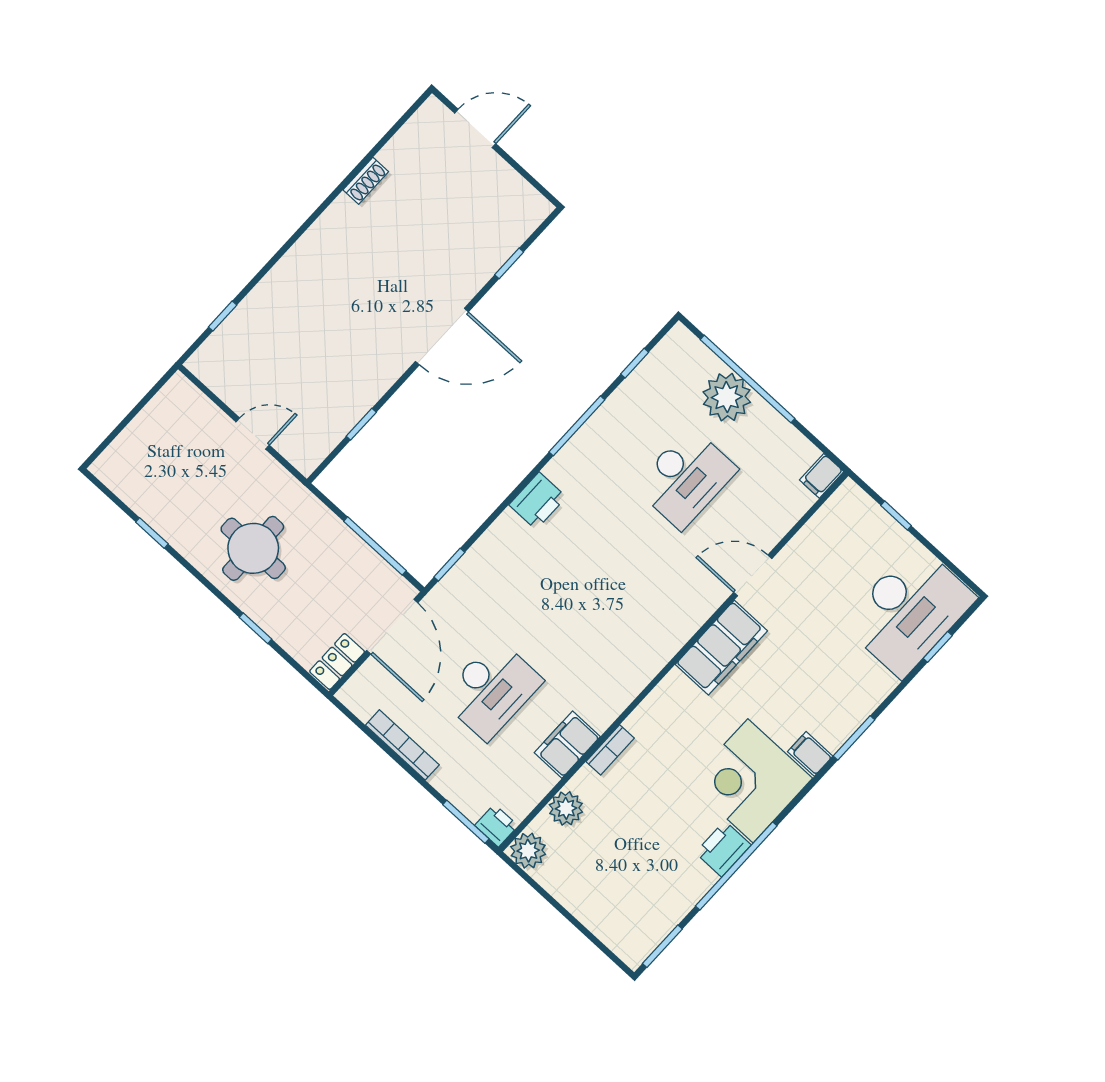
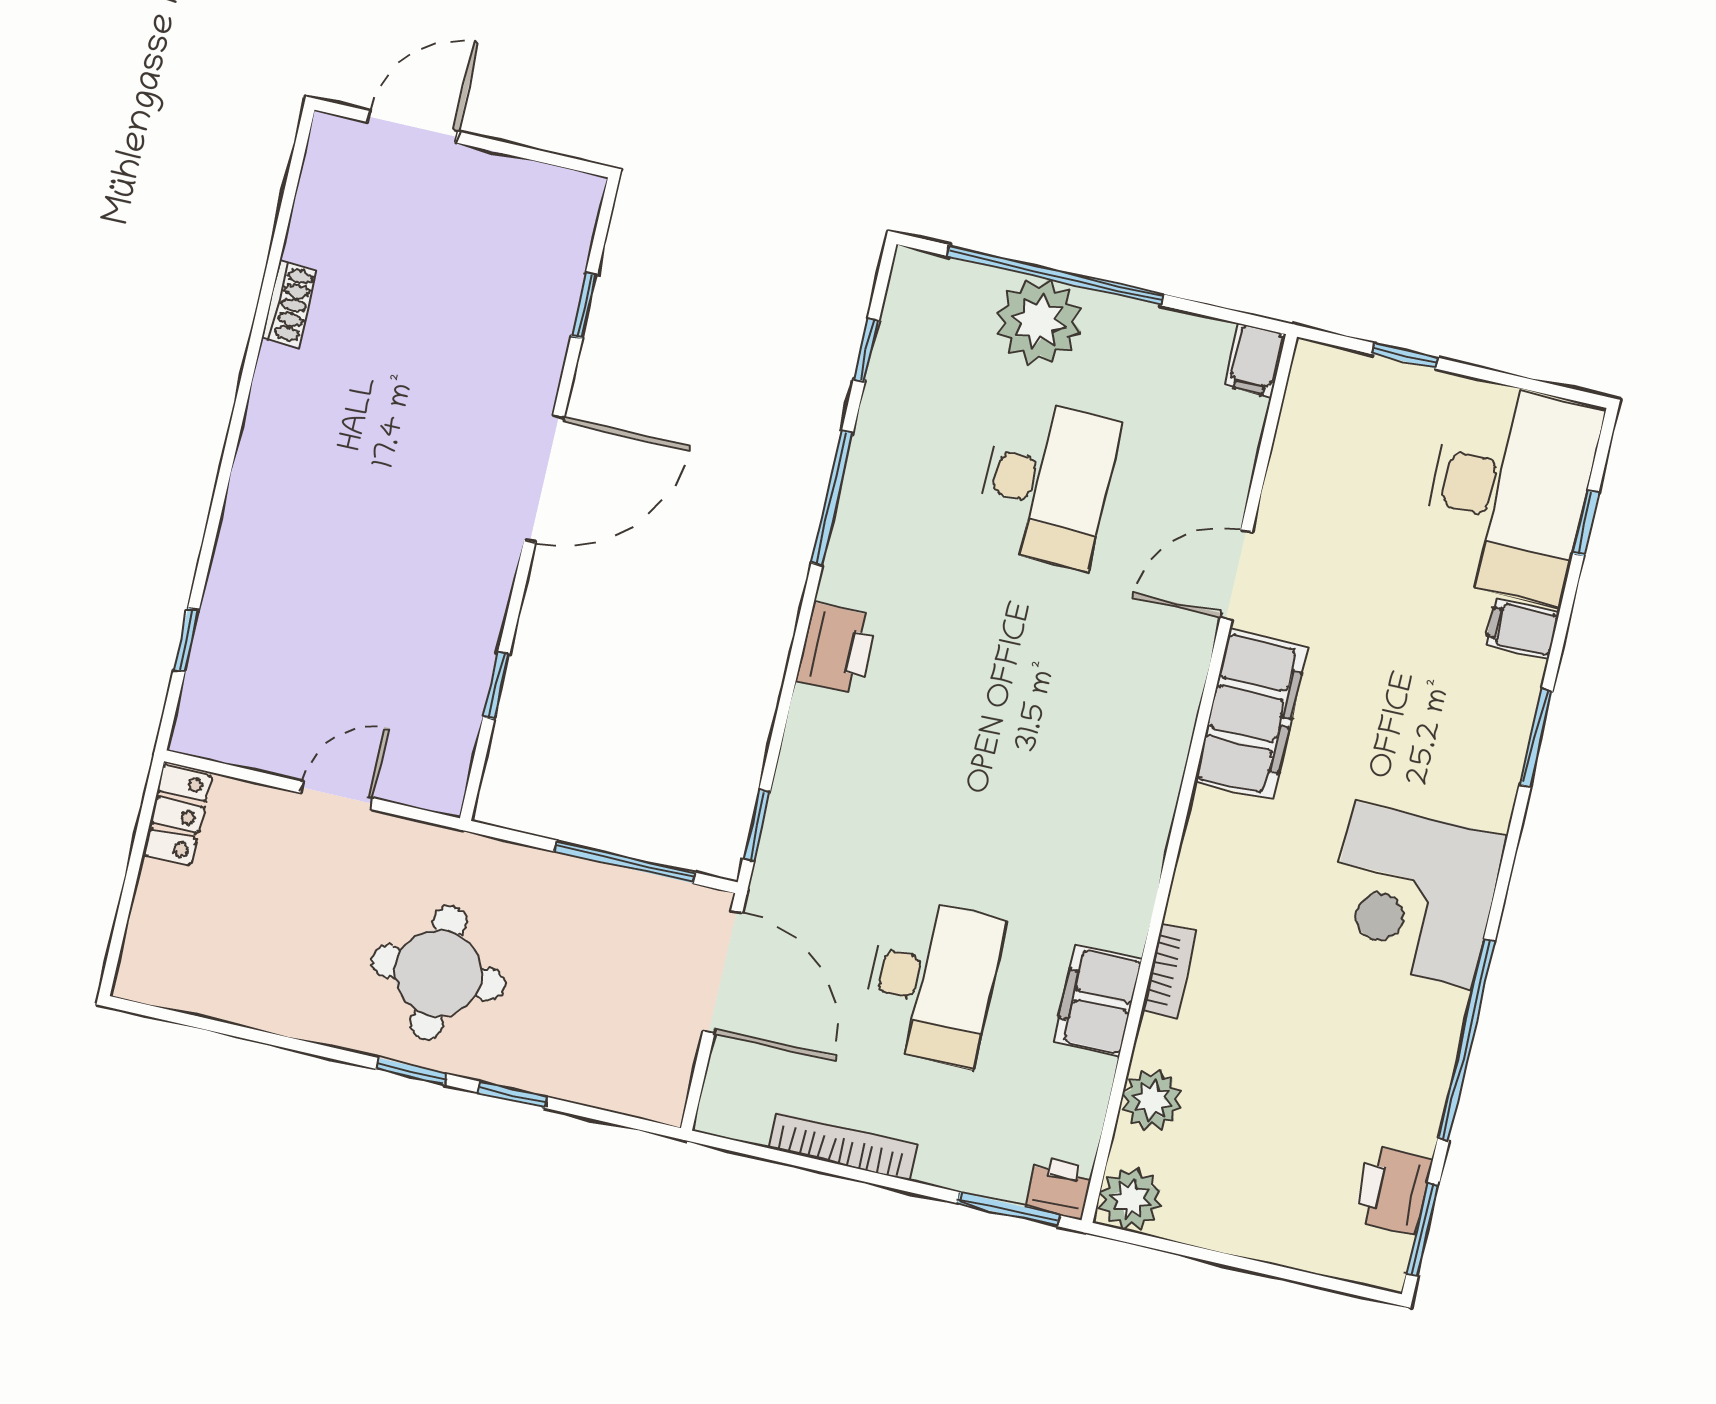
window: (152, 533) -> (411, 1071), moved
locker: (337, 661) -> (177, 815), moved, turned 180
filing cabinet: (810, 754) -> (1522, 629), moved
printer: (723, 849) -> (1393, 1190), moved

